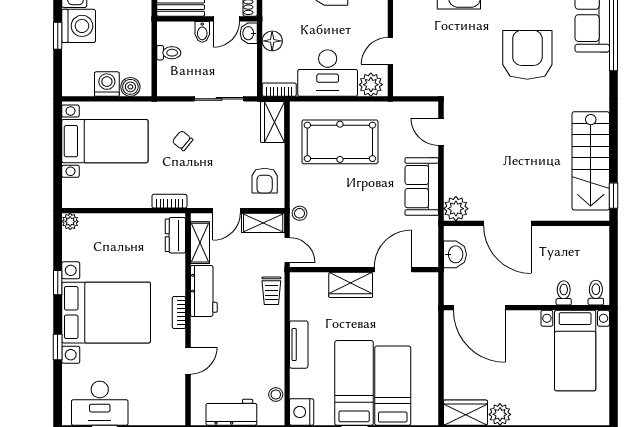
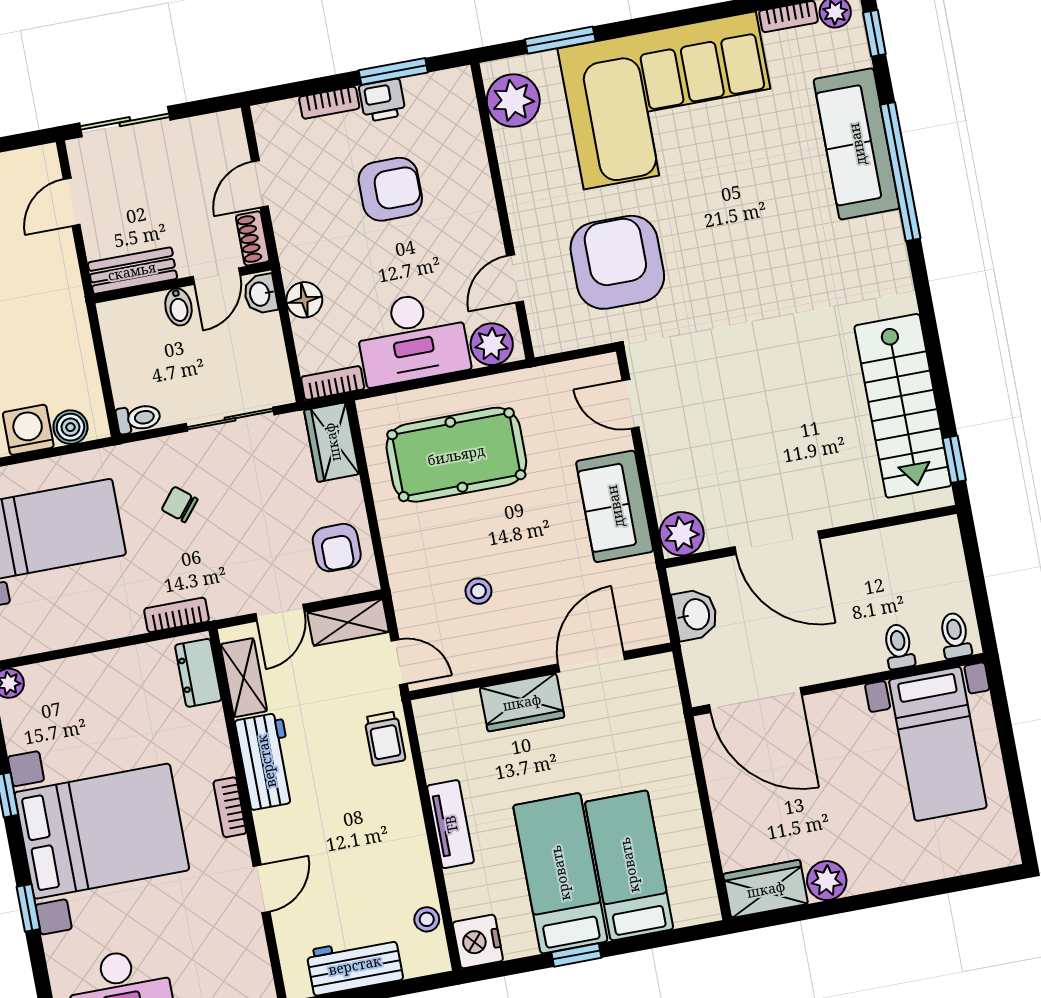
toilet: (169, 53) -> (138, 418), moved
armchair: (527, 55) -> (617, 262), moved
stool: (300, 213) -> (478, 591), moved

